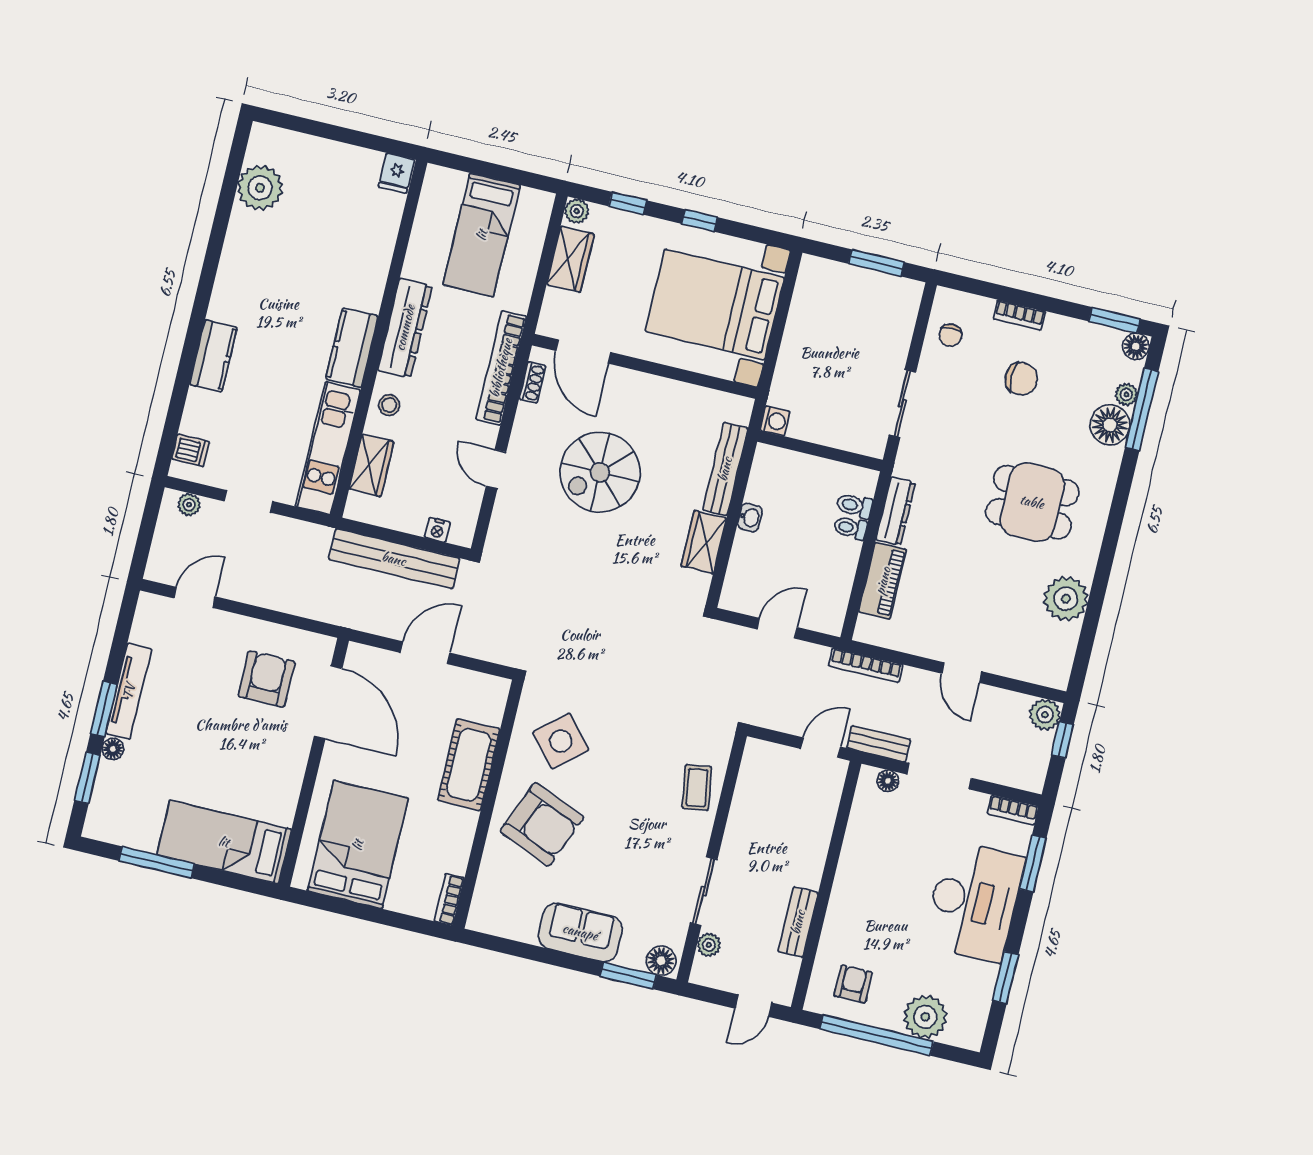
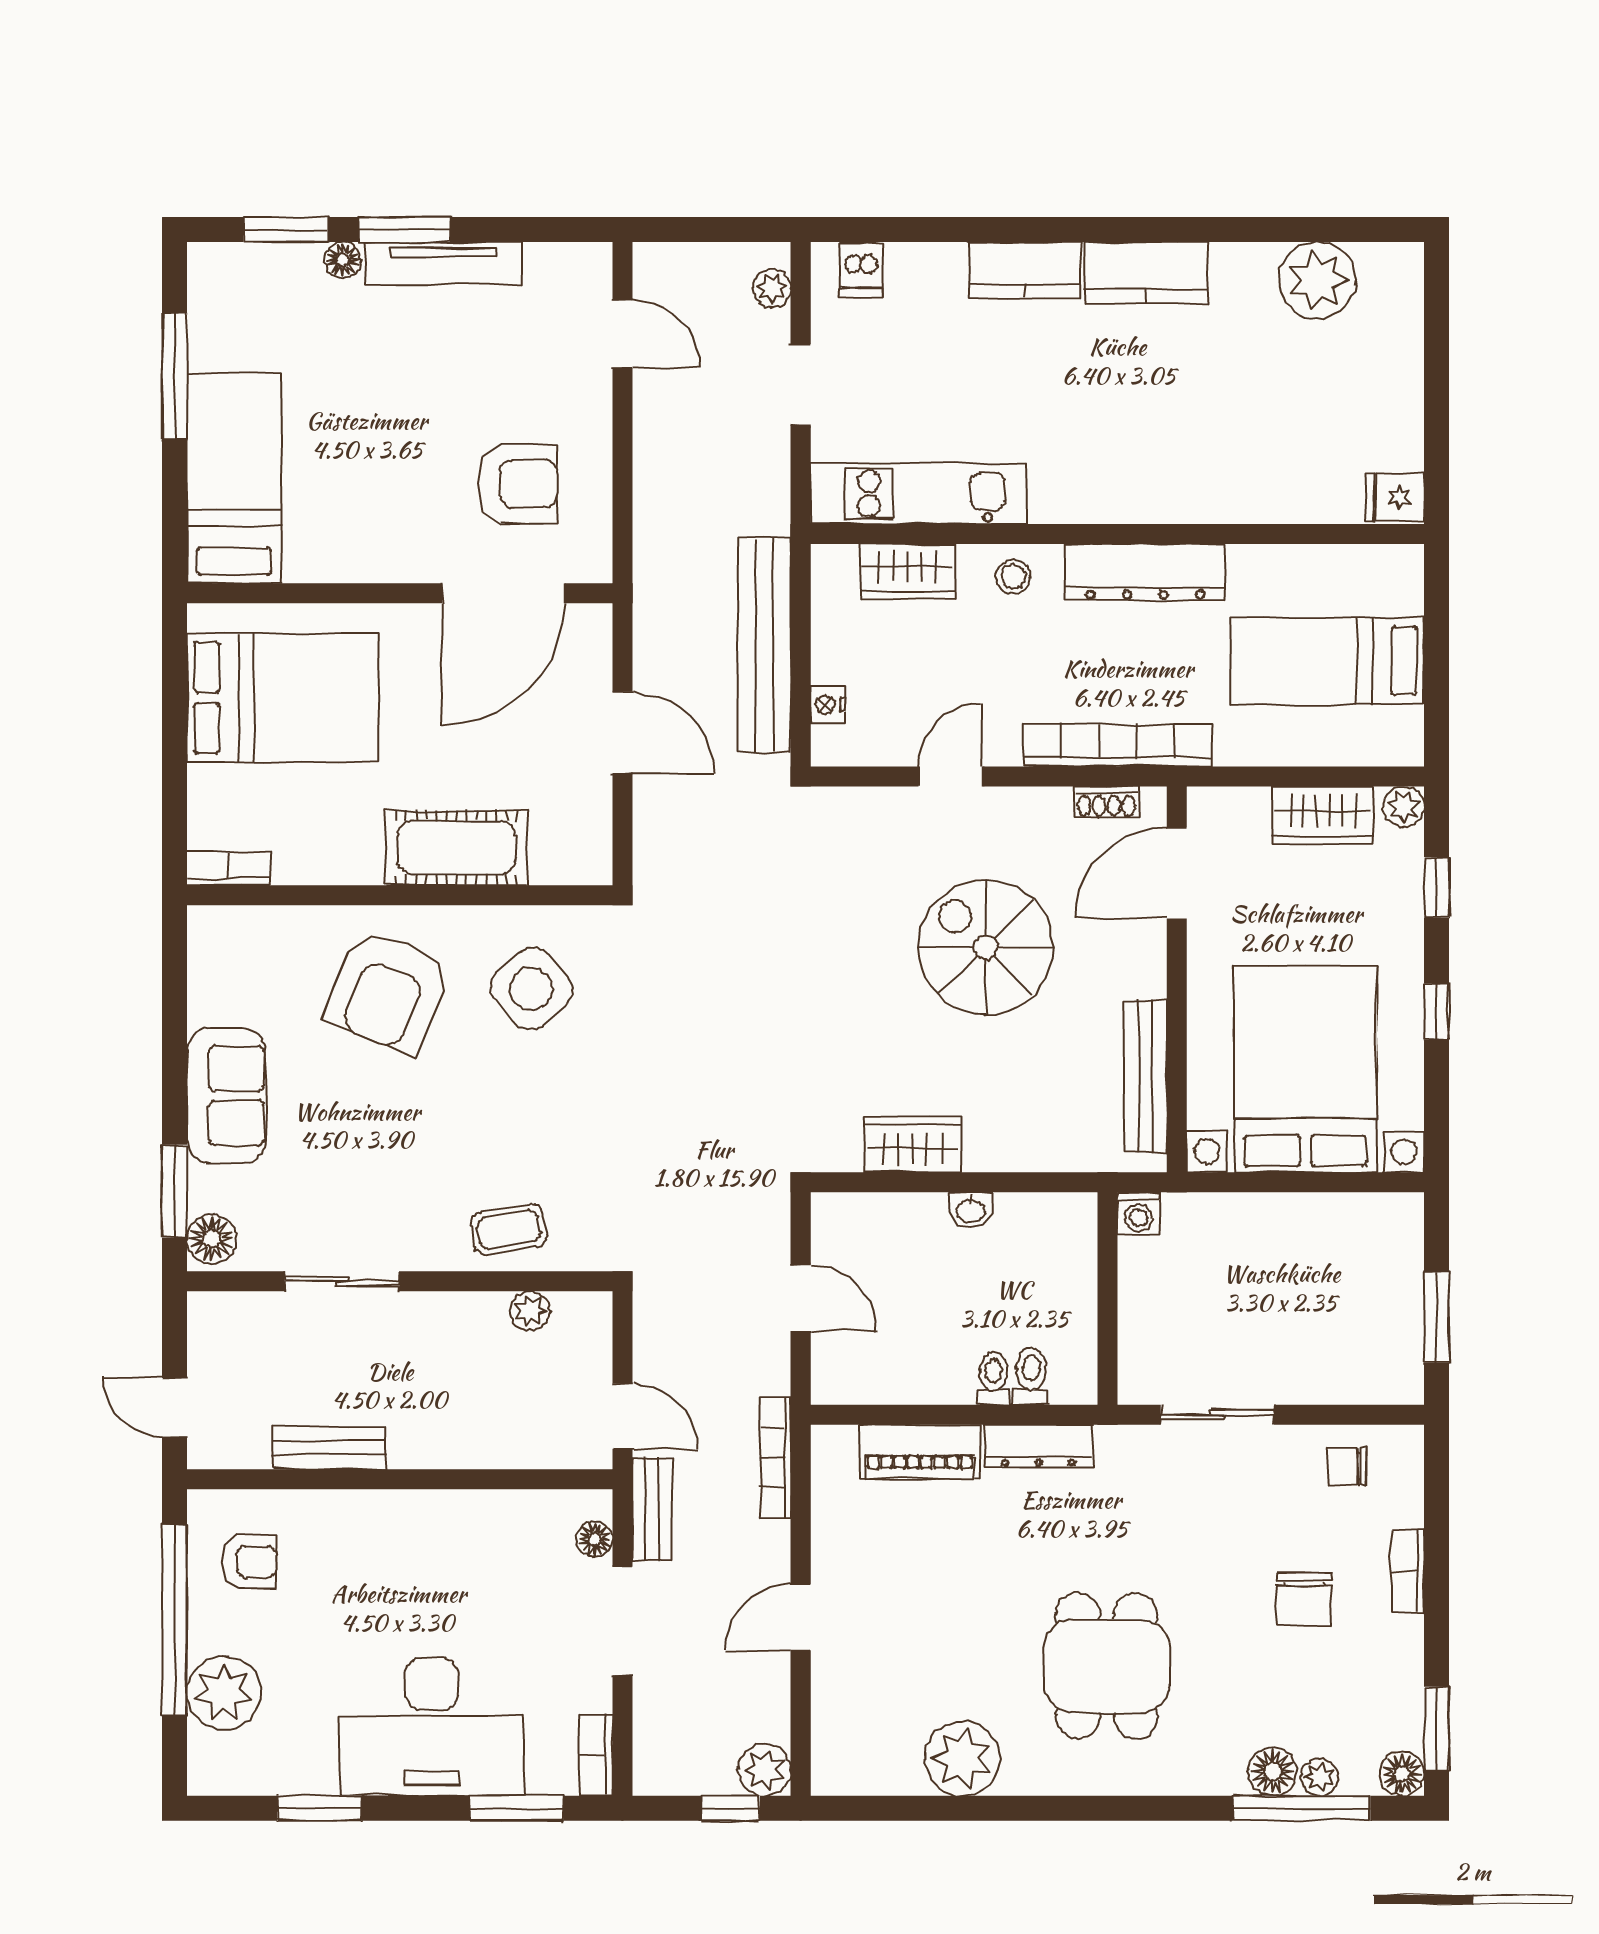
kitchen counter: (352, 348) -> (1146, 273), moved, turned 180
floor lamp: (1110, 425) -> (1273, 1772), width x0.73, depth x0.73
bench: (725, 469) -> (1146, 1076), moved, turned 90
plant: (709, 945) -> (530, 1311), moved

